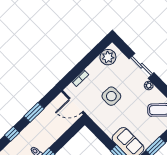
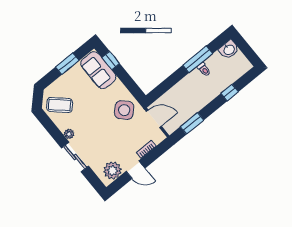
door: (88, 60) -> (135, 170), added
side table: (111, 96) -> (124, 110), moved, turned 45
window: (34, 112) -> (192, 123), moved

